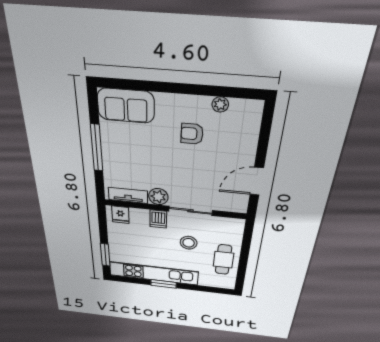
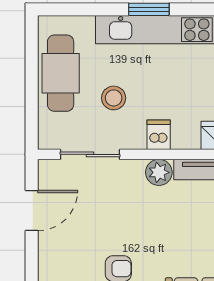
sliding door: (191, 211) -> (90, 154), moved
cafe table: (223, 260) -> (61, 73), width x1.37, depth x1.35

